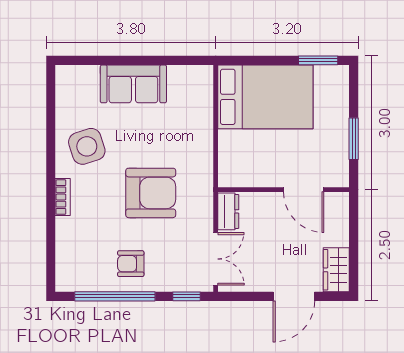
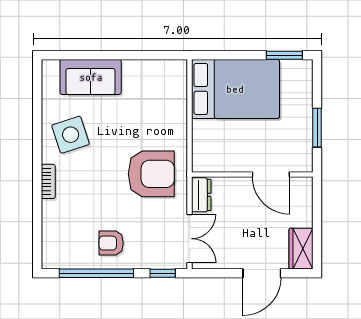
sofa: (133, 84) -> (91, 77), moved
armchair: (151, 193) -> (151, 174), moved

